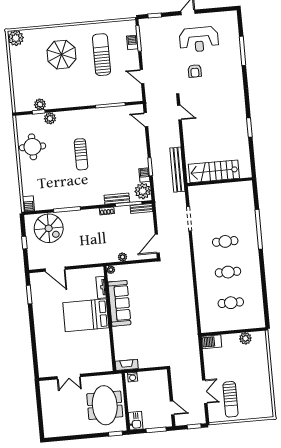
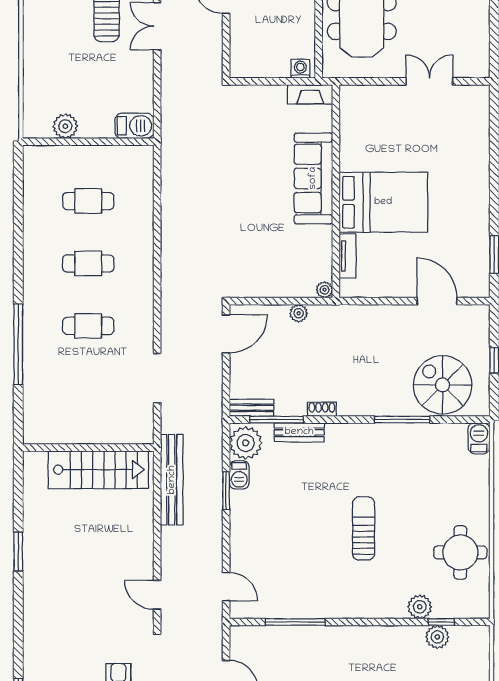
sofa: (119, 303) -> (313, 178), moved

